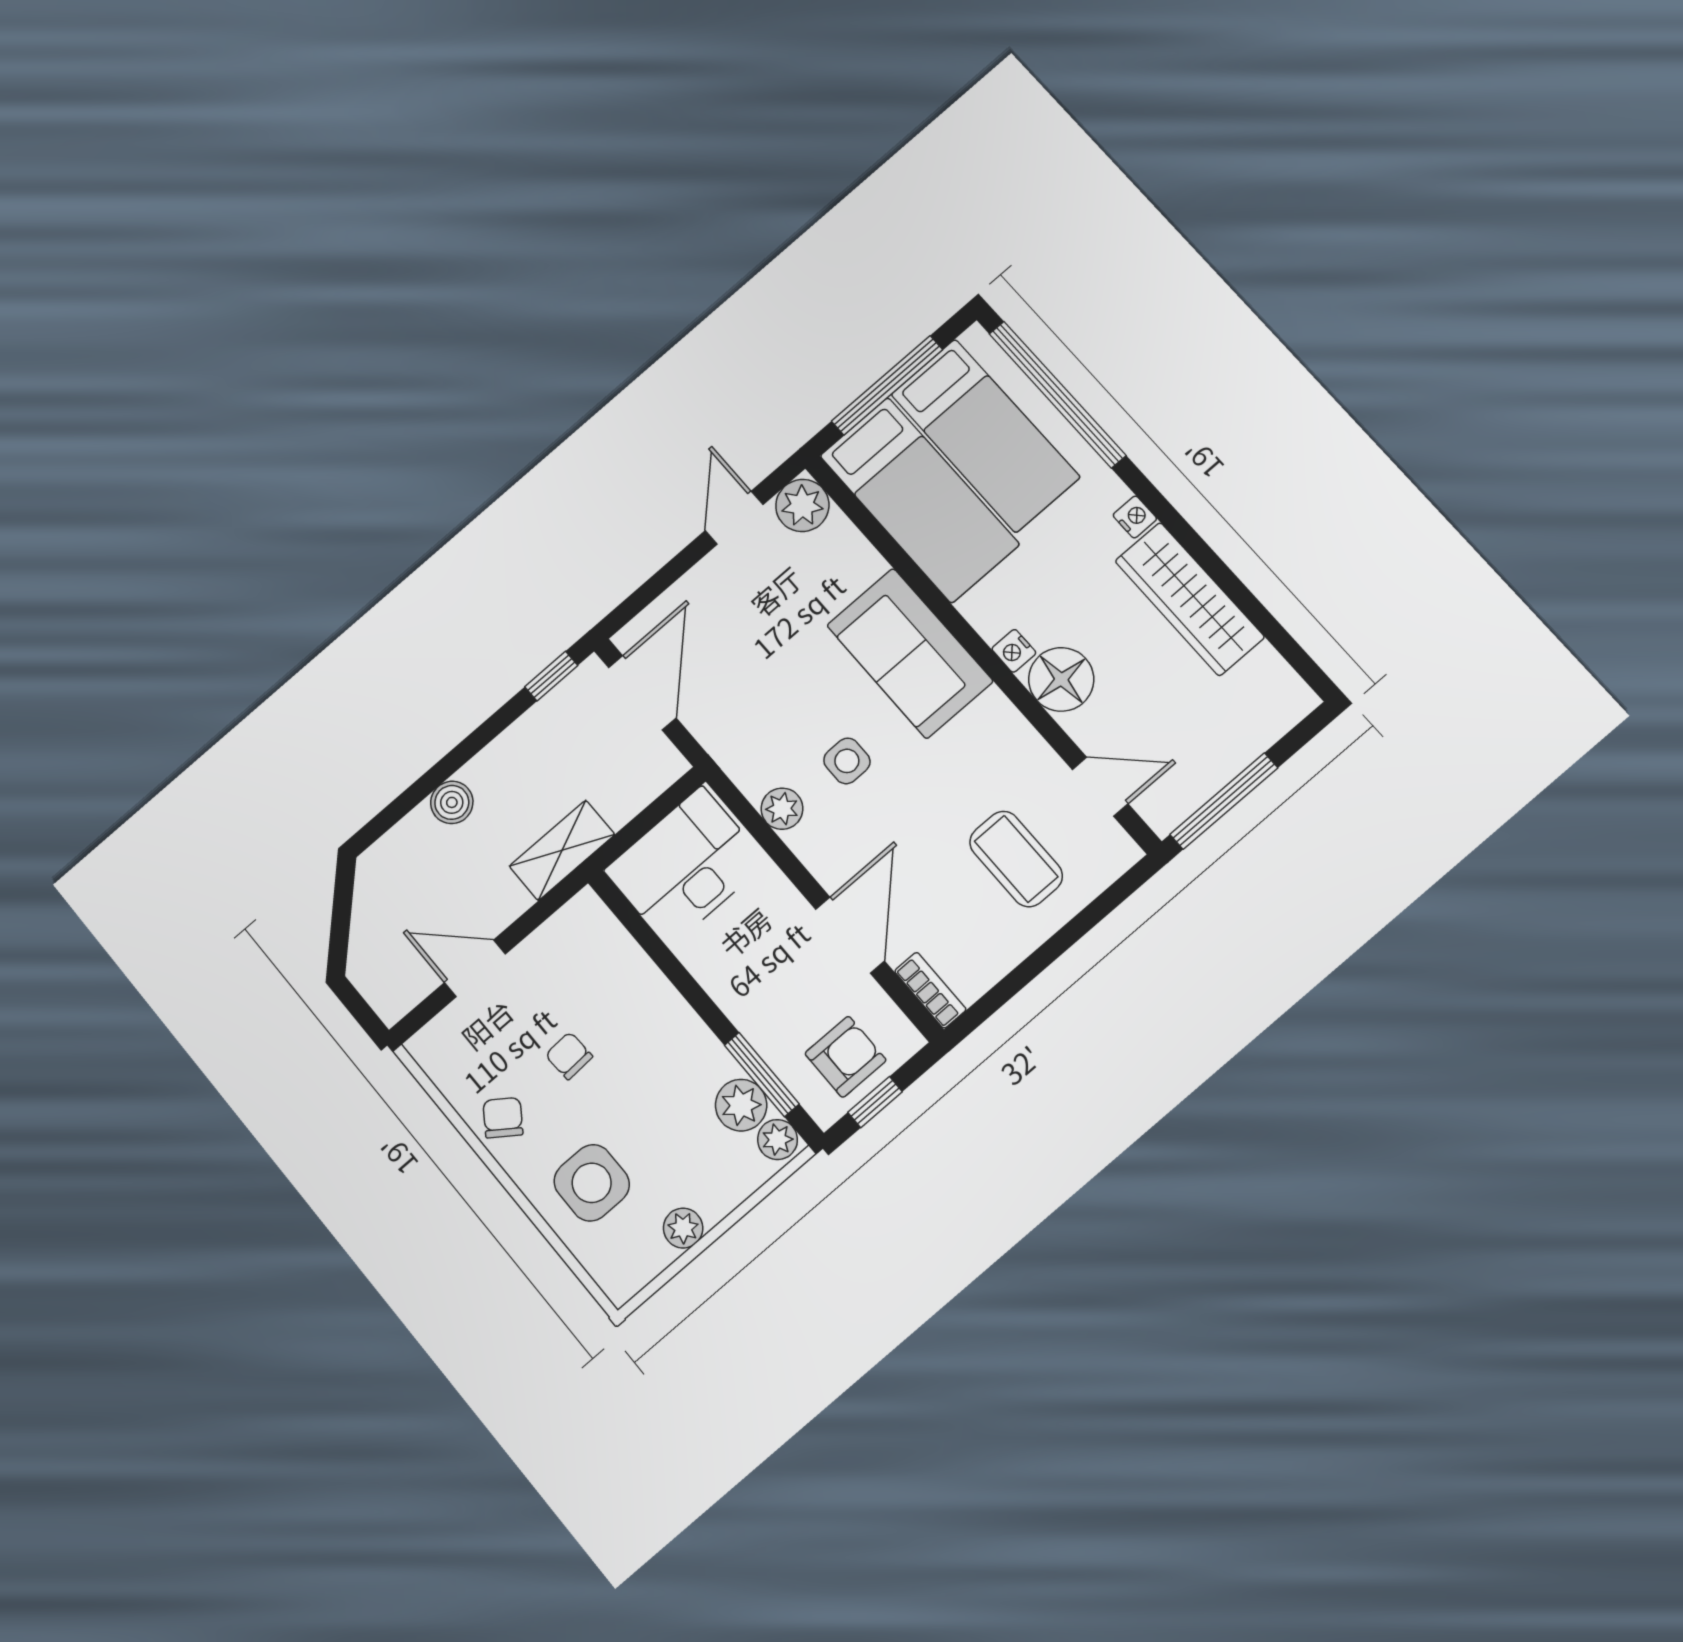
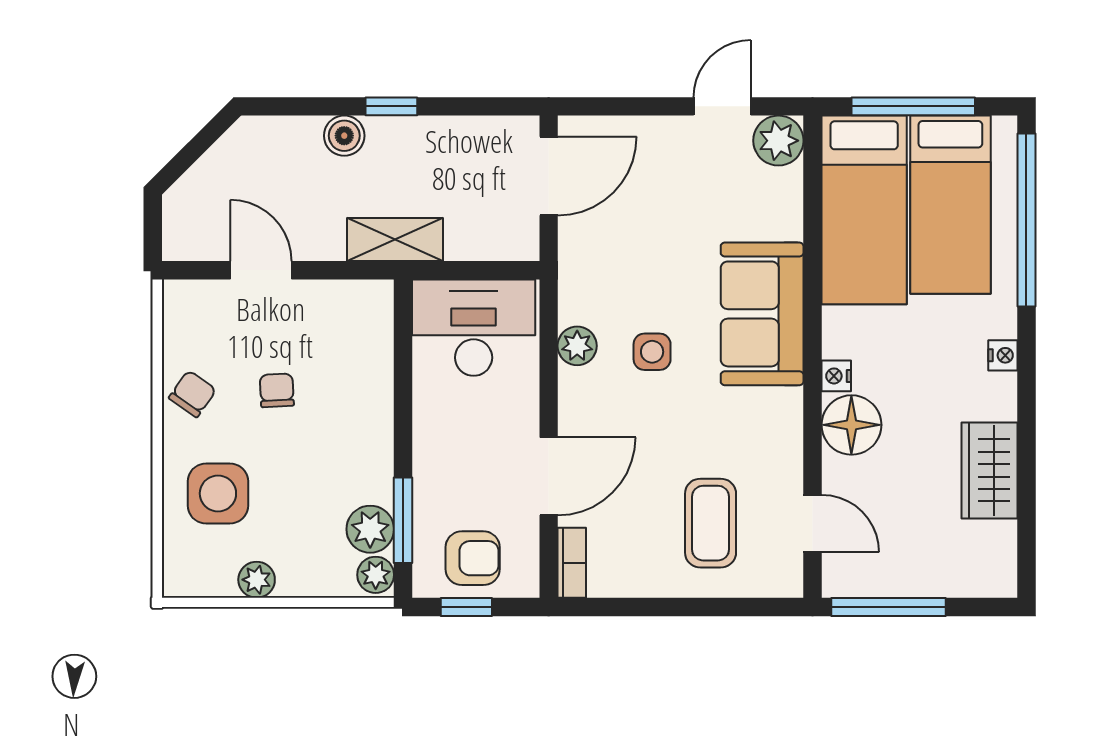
wardrobe: (1190, 599) -> (989, 470), width x0.67
window: (551, 676) -> (391, 106), moved

